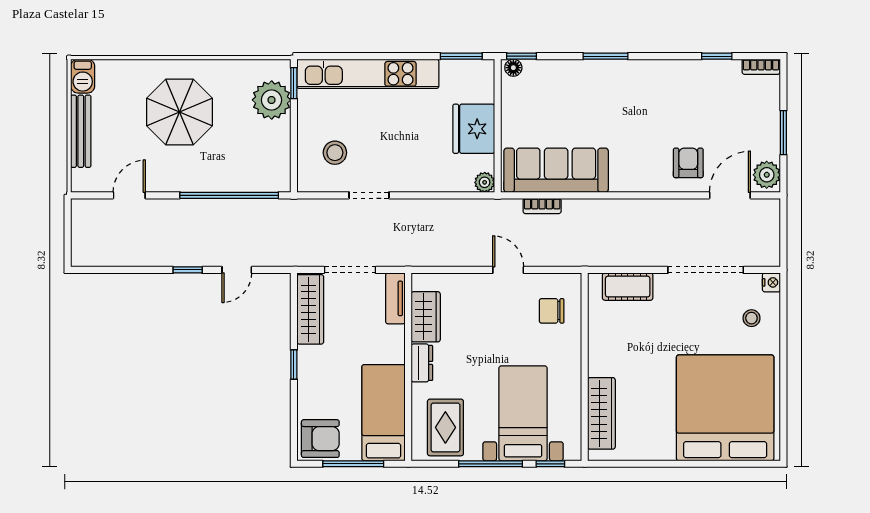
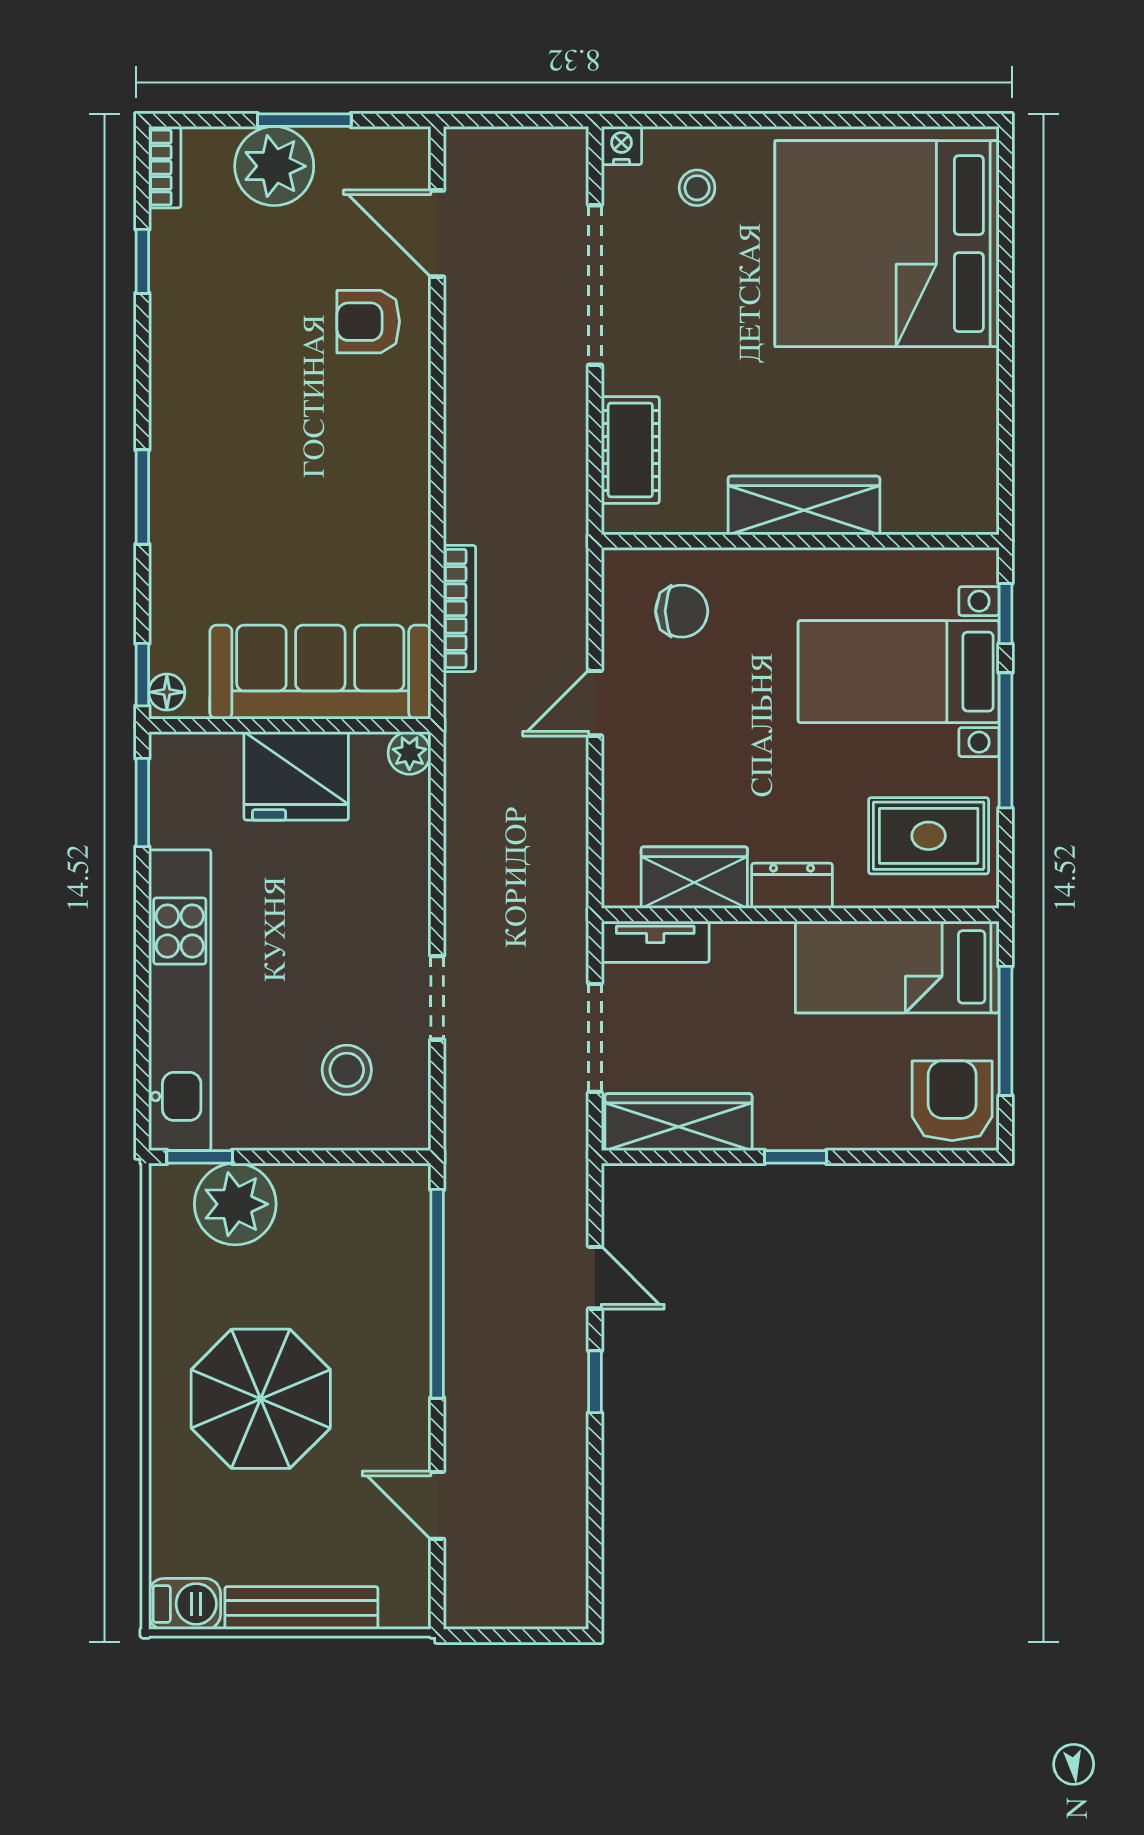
sofa: (556, 170) -> (320, 672), moved, turned 90
plant: (767, 175) -> (274, 166), moved, width x1.36, depth x1.36
bookcase: (542, 206) -> (460, 608), width x1.56
chair: (552, 311) -> (682, 611), turned -90
wardrobe: (601, 413) -> (804, 506), moved

